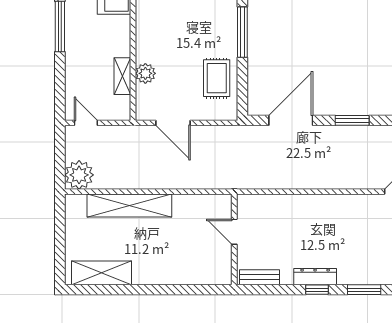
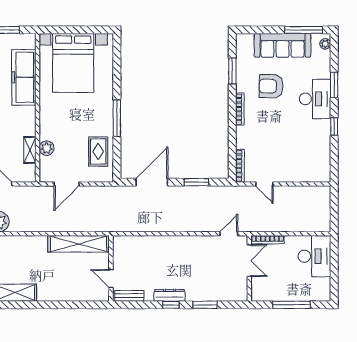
door: (173, 123) -> (67, 184), hinge flipped
shelving: (129, 206) -> (79, 244), moved
door: (234, 232) -> (111, 279), moved

